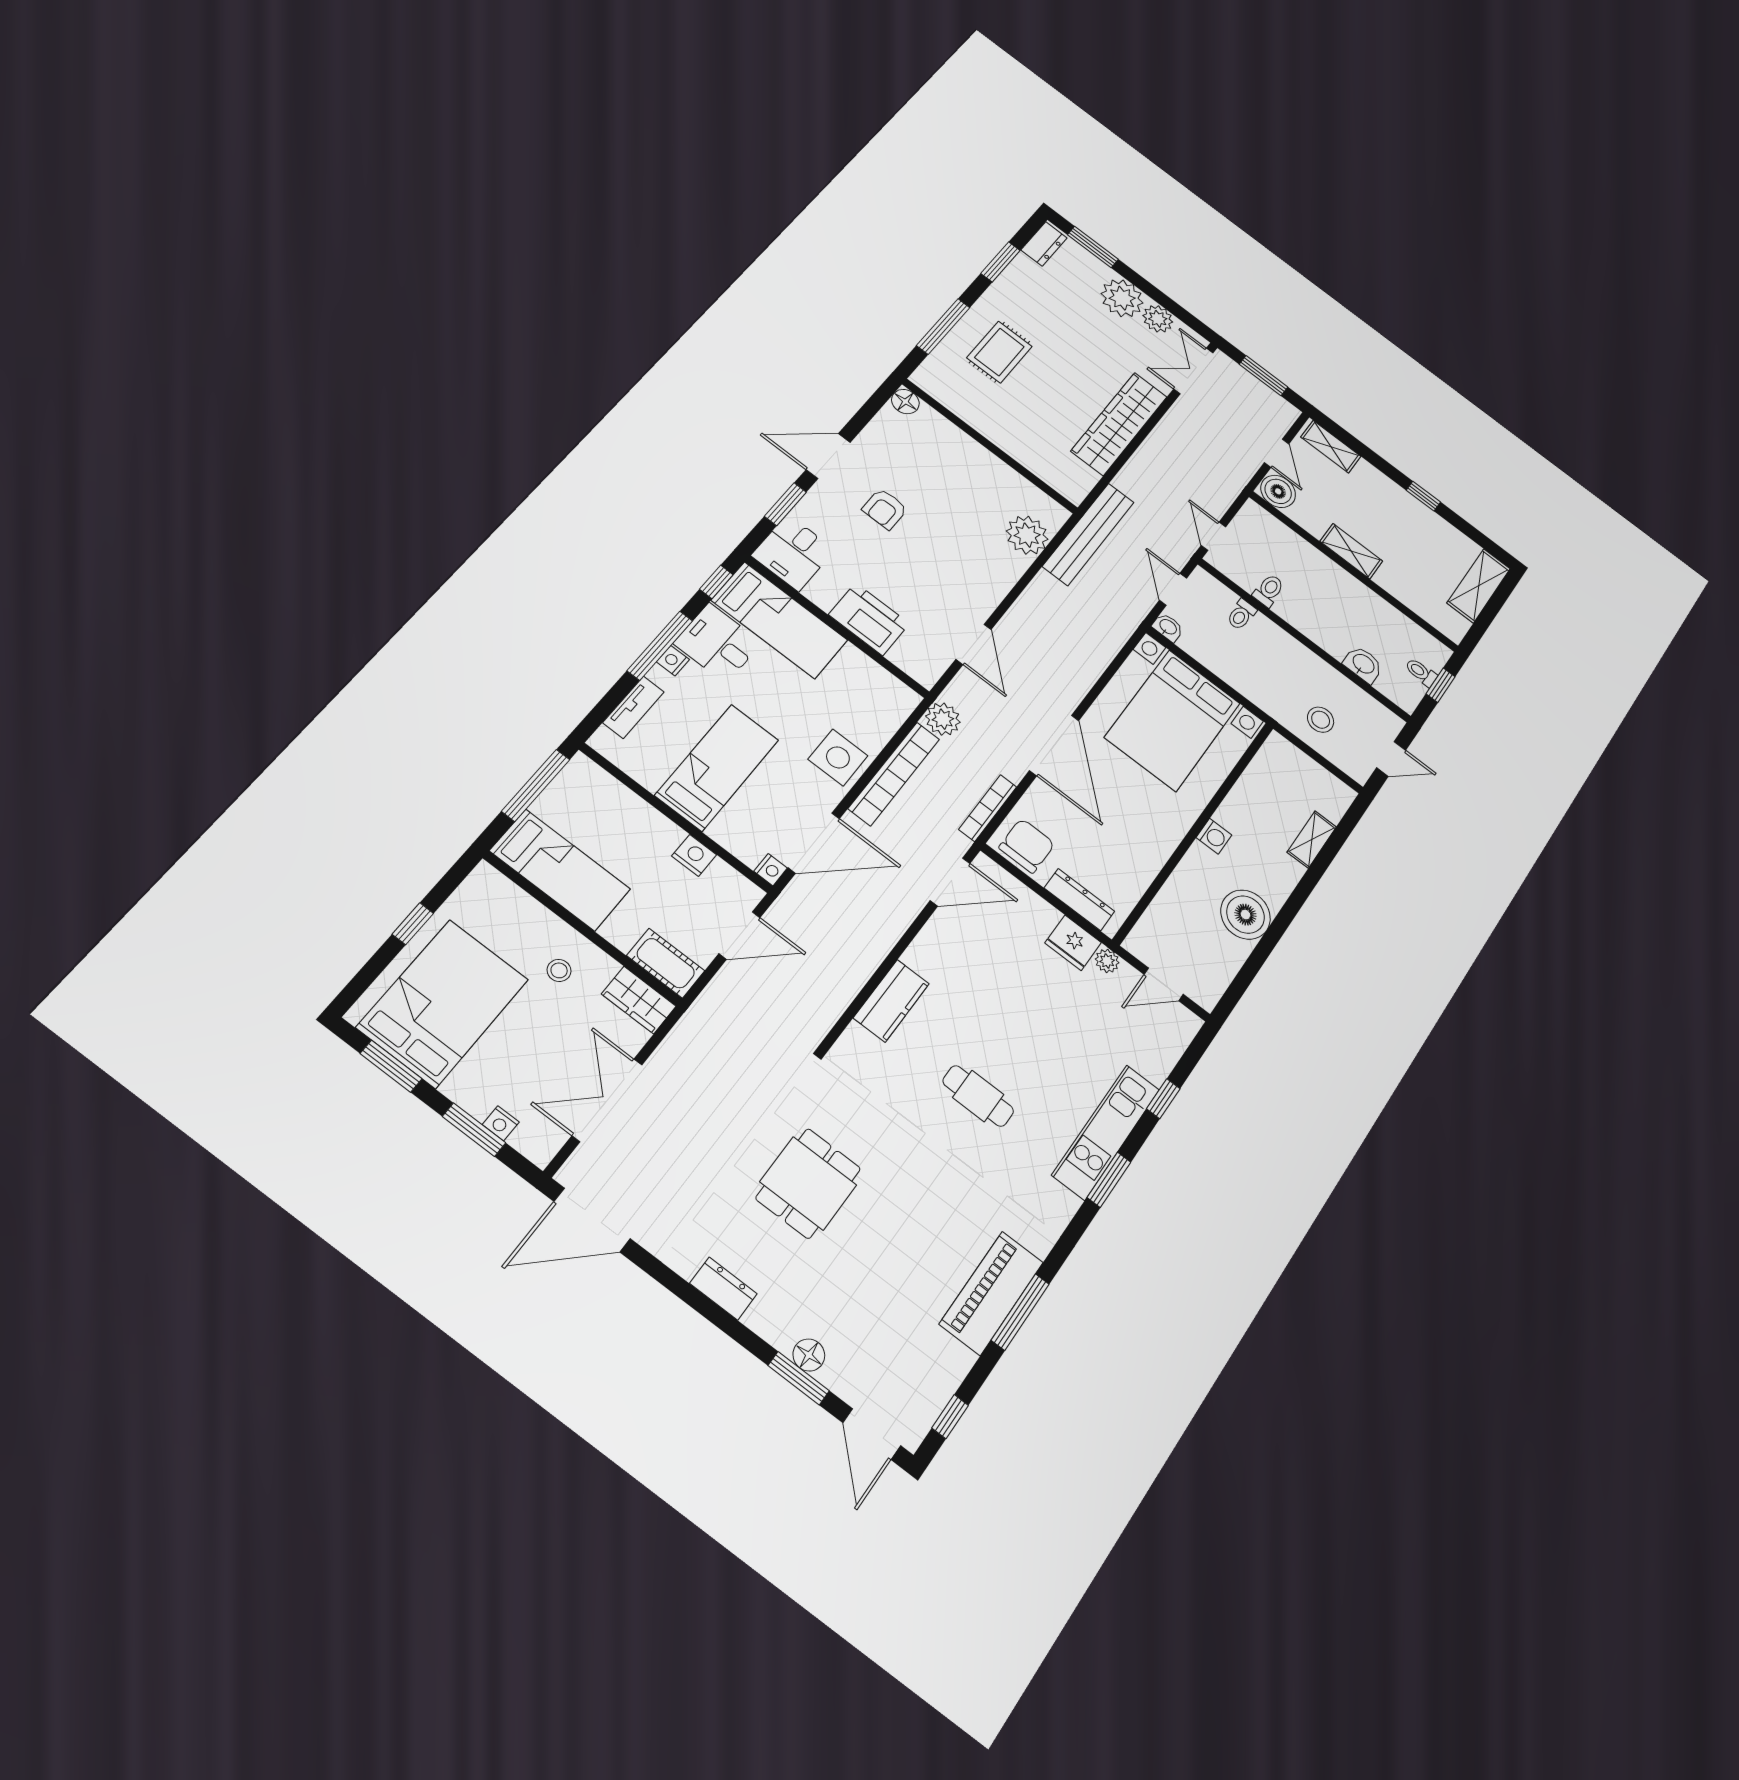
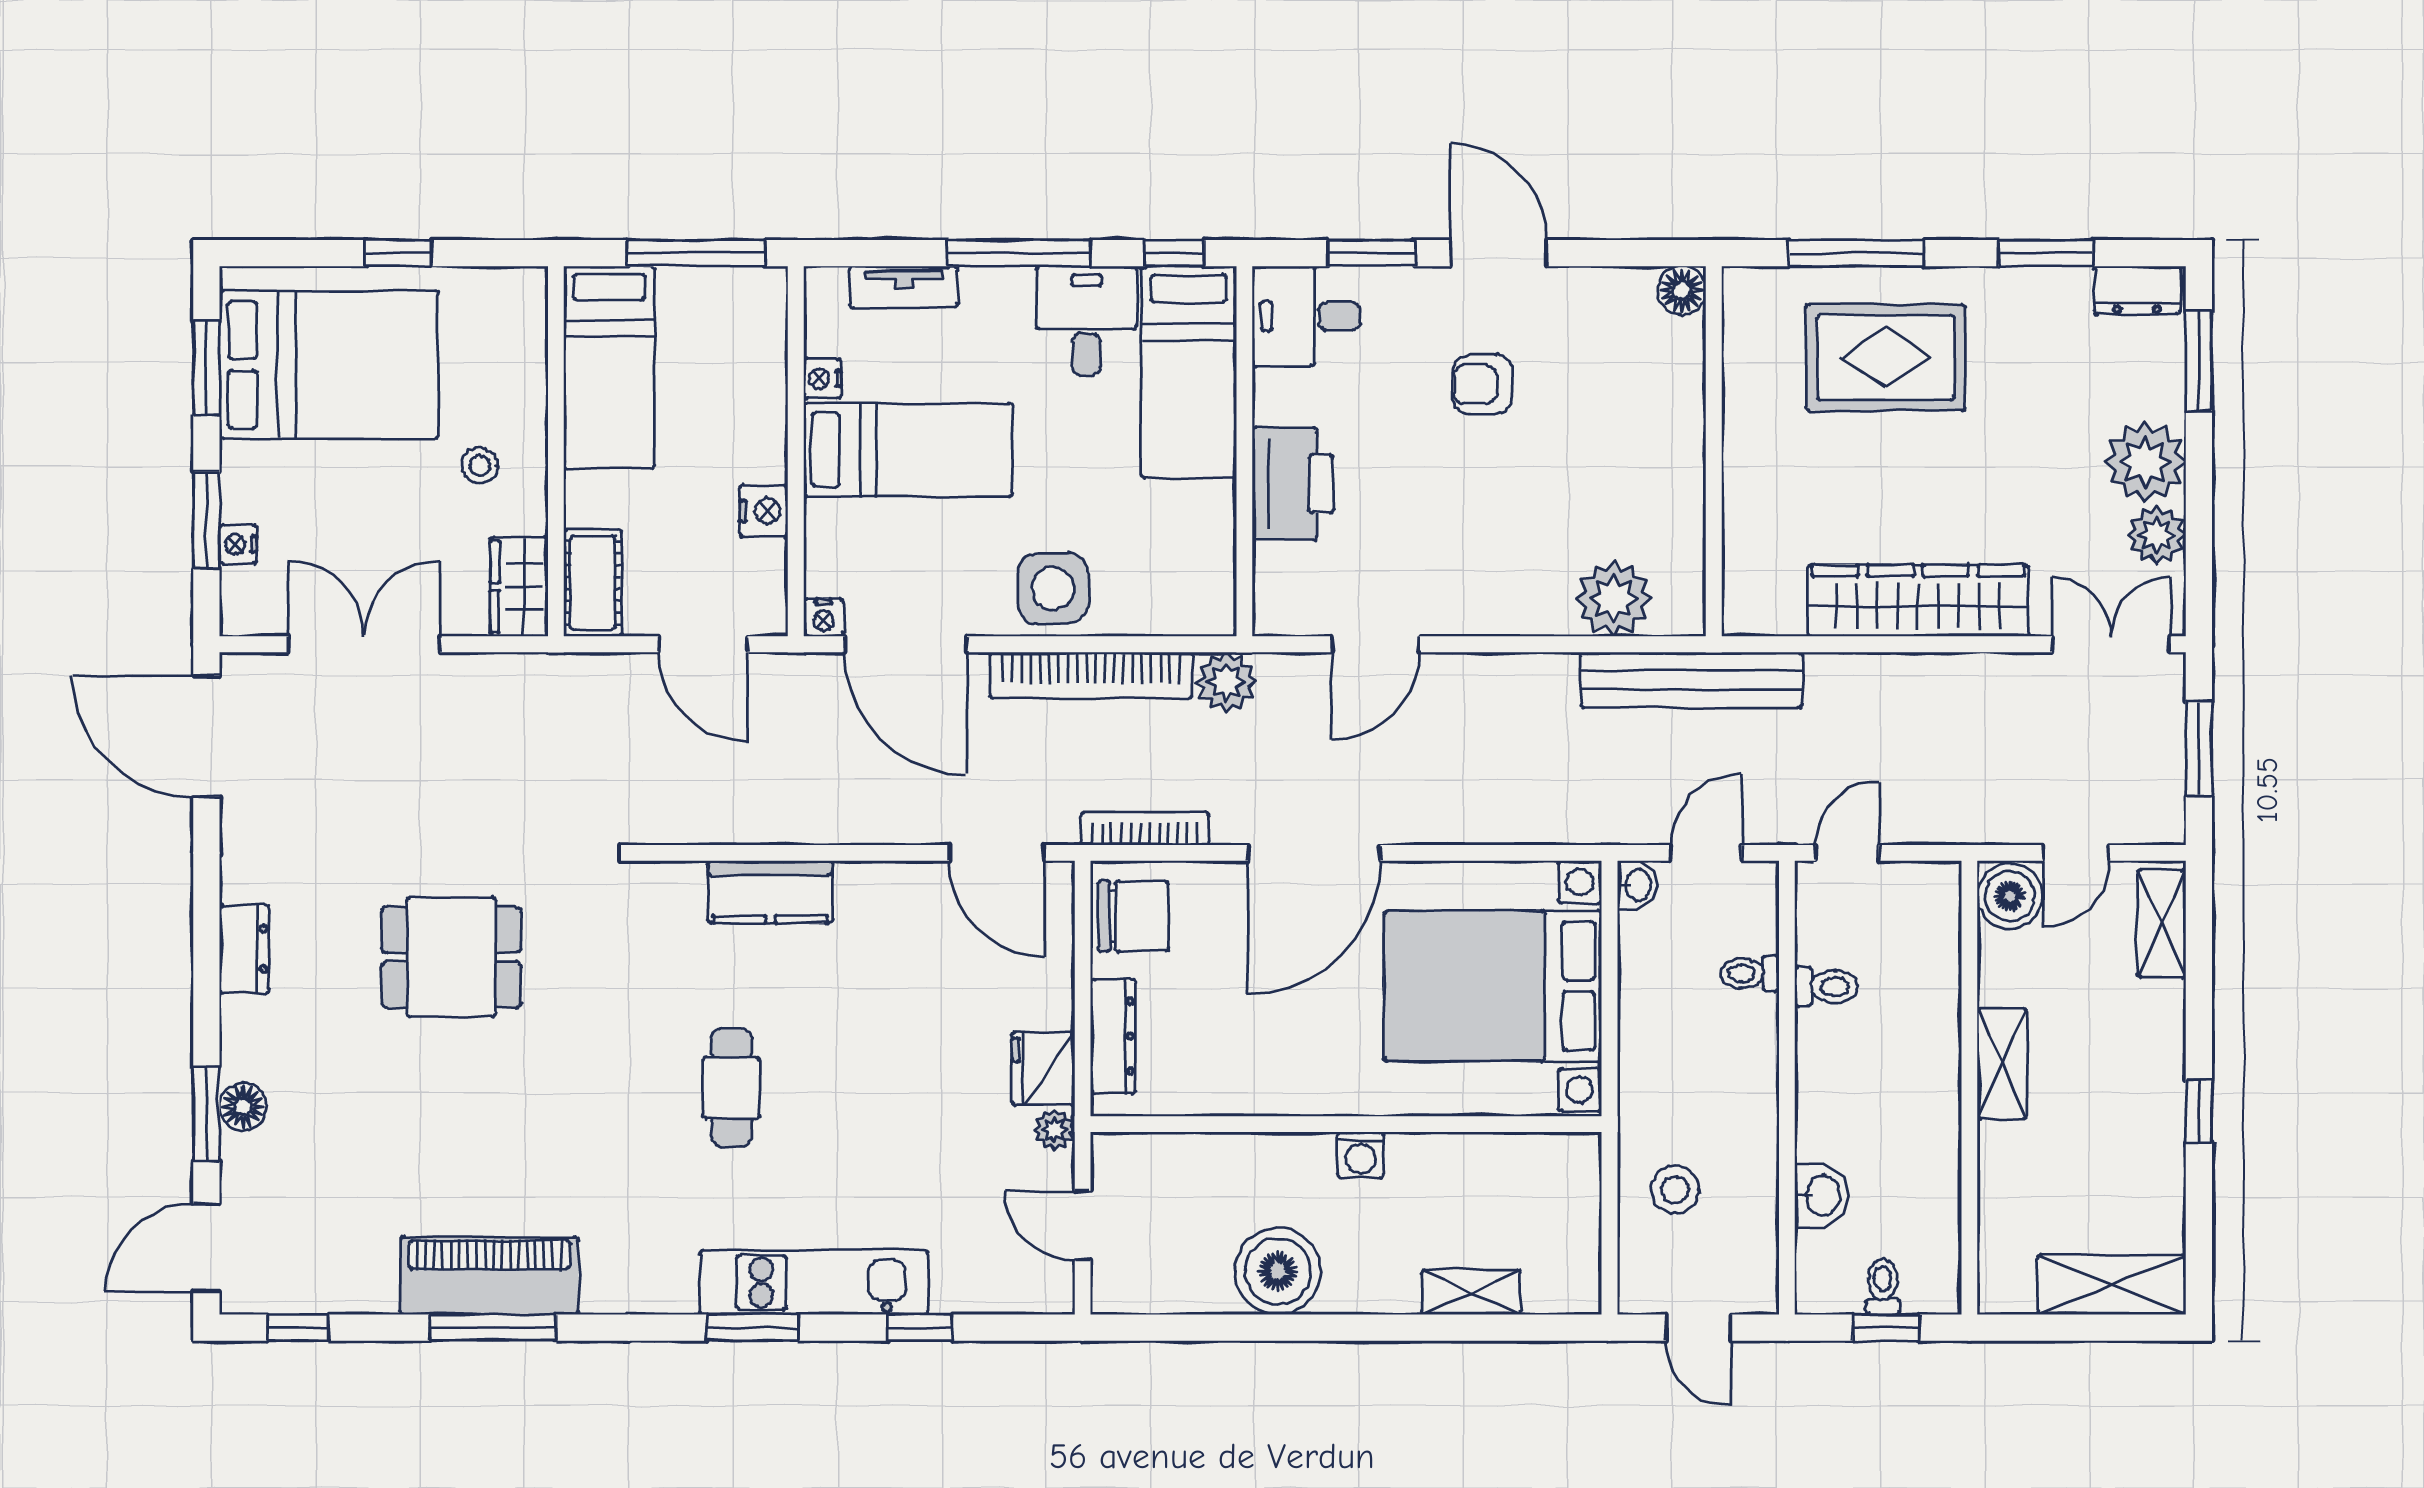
rug: (999, 352) -> (1886, 357), width x1.36, depth x1.43
nightstand: (673, 661) -> (822, 379), moved, turned -90

